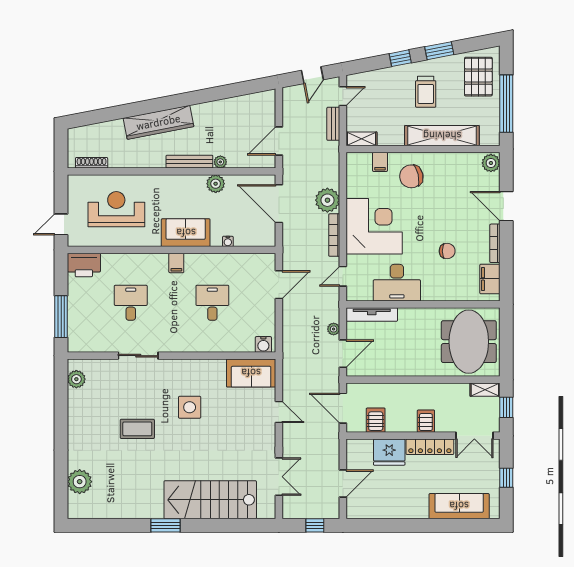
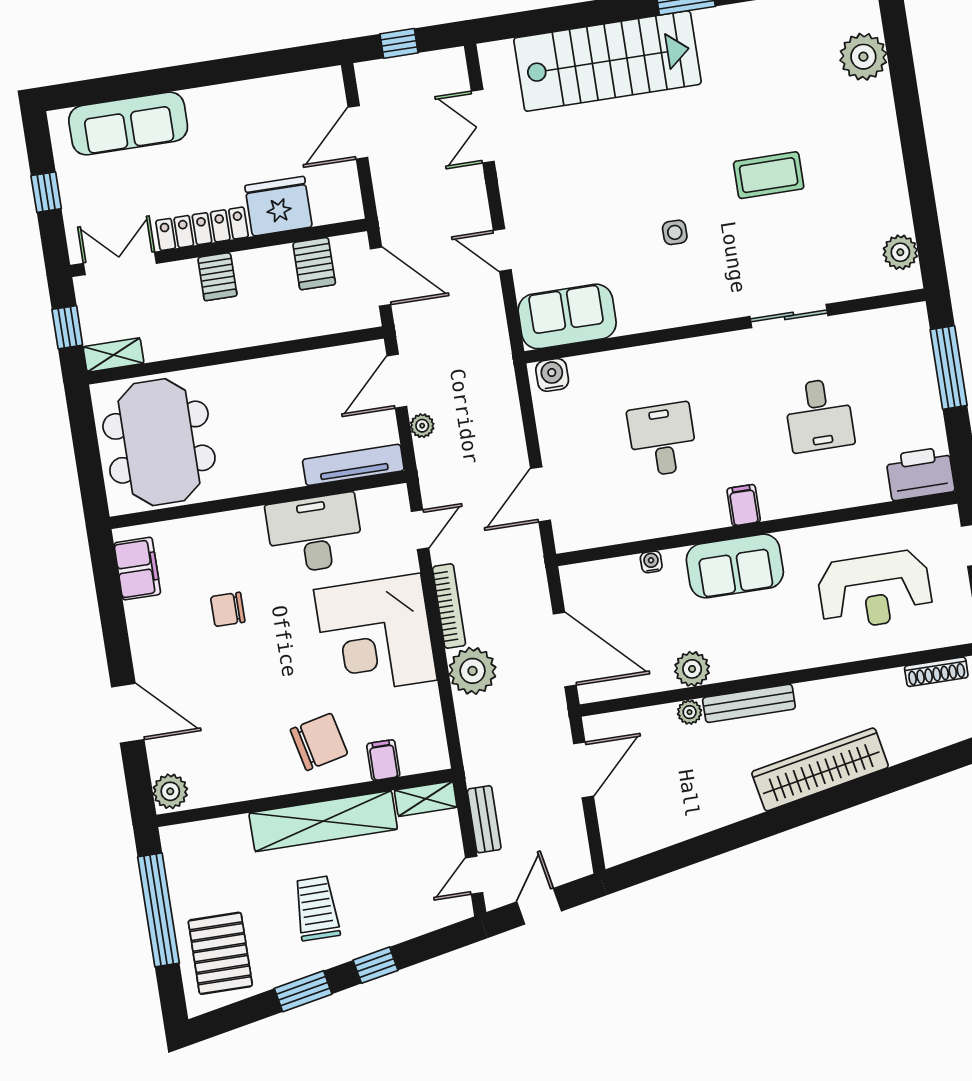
shelving: (442, 136) -> (323, 821), moved
bookcase: (495, 243) -> (138, 638), removed
desk: (212, 303) -> (663, 440), turned 180
side table: (190, 407) -> (675, 232), width x0.54, depth x0.54

